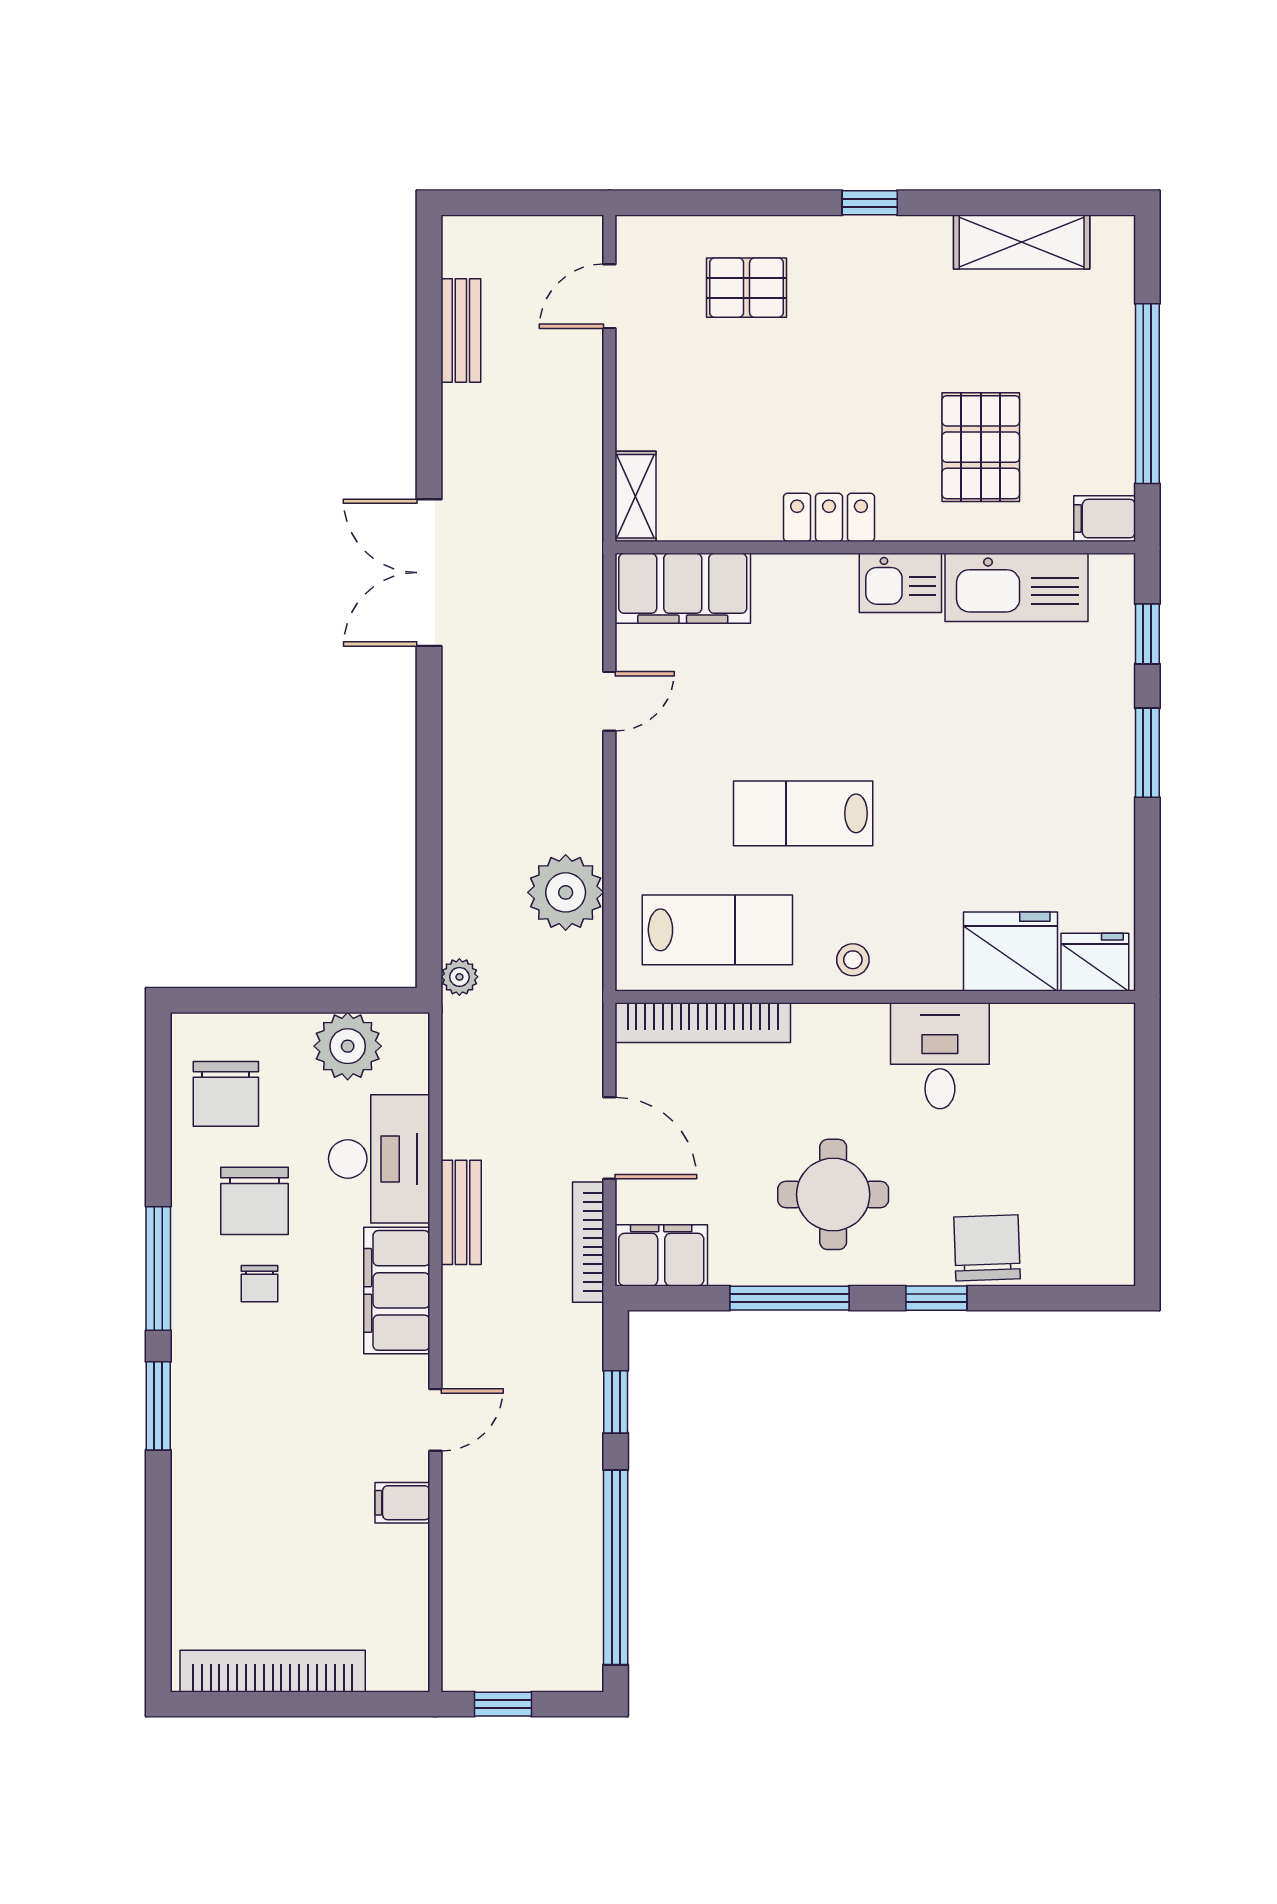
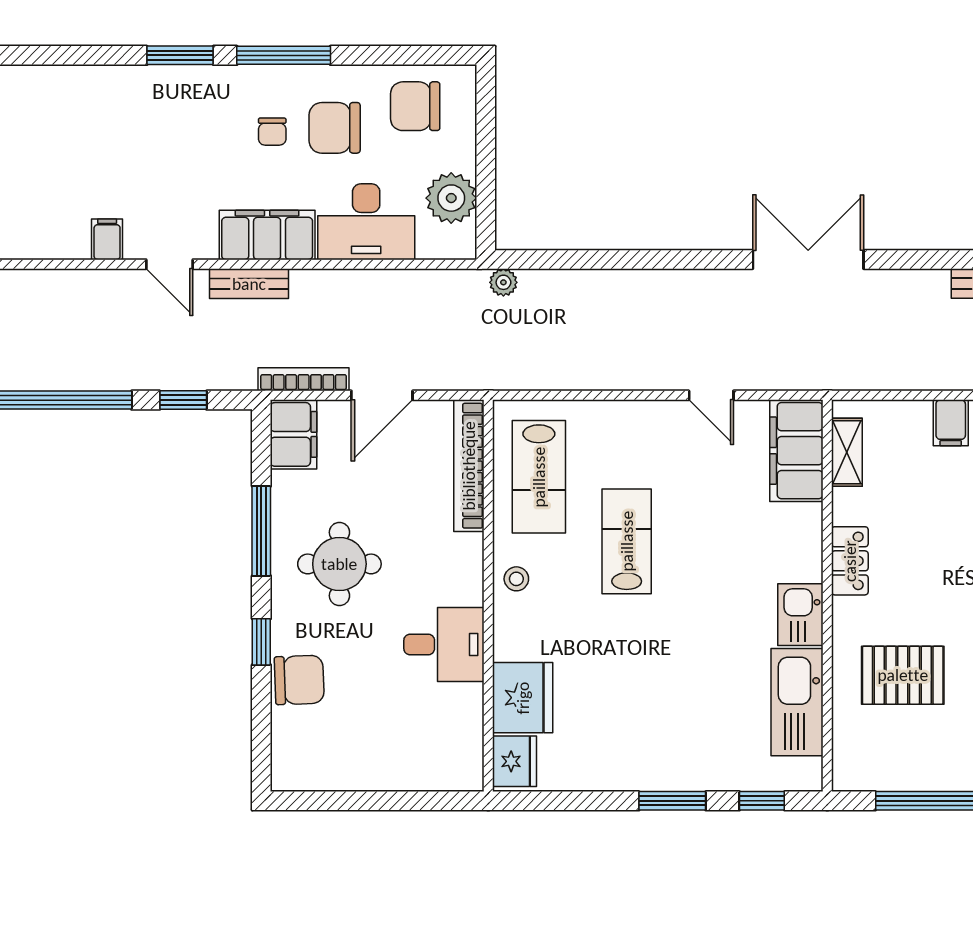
shelving: (636, 496) -> (847, 452), moved, turned 90
filing cabinet: (1105, 519) -> (951, 423), moved, turned 180
plant: (566, 892) -> (567, 362), removed
bench: (461, 1212) -> (249, 284), moved
chair: (260, 1284) -> (272, 132), turned -90

